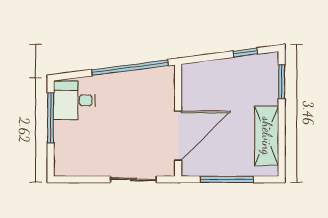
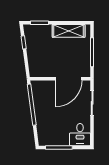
desk: (74, 100) -> (80, 135), moved
door: (178, 136) -> (69, 79), swing flipped

